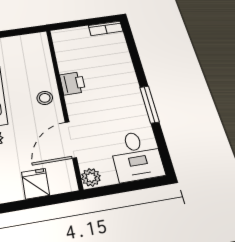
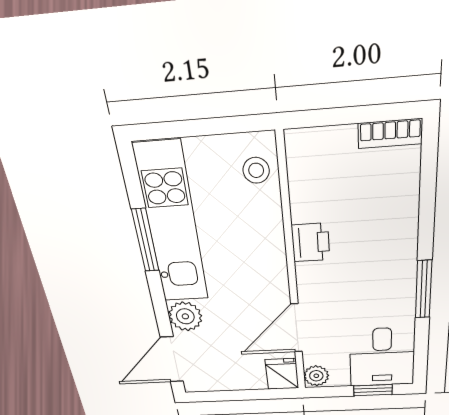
stool: (45, 98) -> (256, 170), moved
fridge: (35, 184) -> (282, 374), moved
window: (137, 185) -> (373, 390), added

